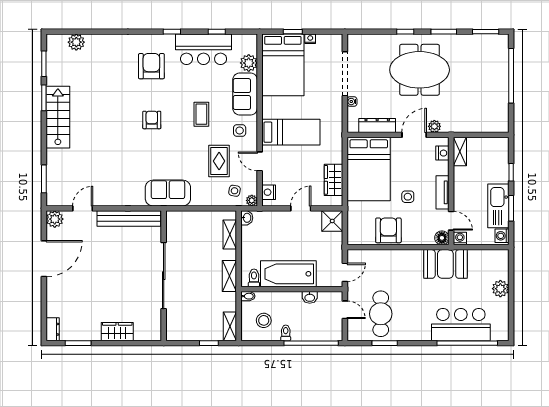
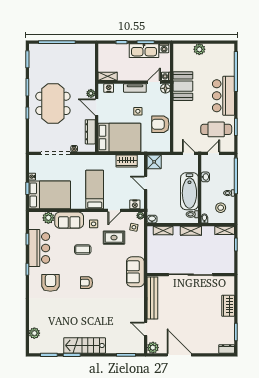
armchair: (151, 66) -> (50, 283), turned 90
bar counter: (461, 325) -> (223, 96), moved

